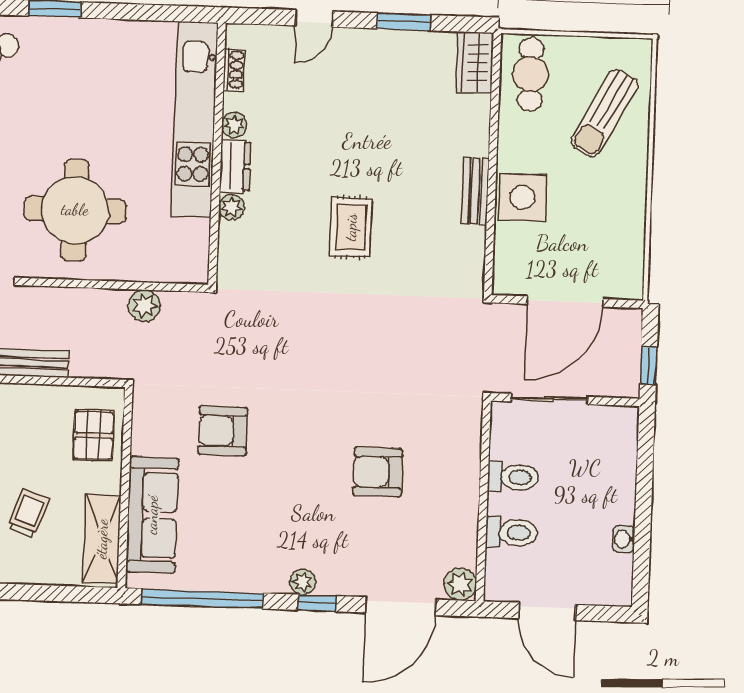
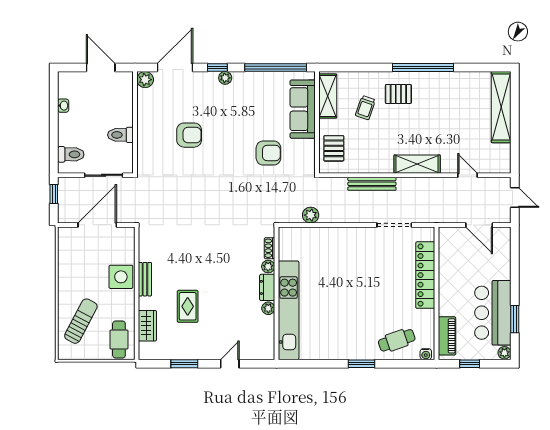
wardrobe: (475, 63) -> (147, 326), moved
shoe rack: (234, 70) -> (269, 248), moved
round table: (75, 210) -> (347, 262), removed
rug: (351, 227) -> (188, 306), moved
toilet: (512, 532) -> (71, 154), moved, turned 180

